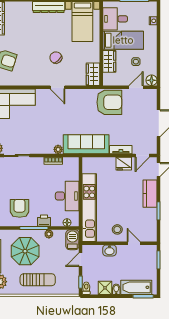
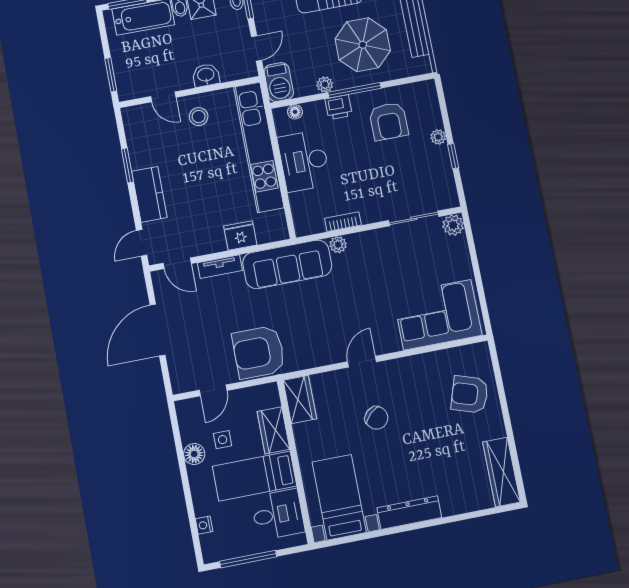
floor lamp: (152, 80) -> (194, 454), moved
door: (58, 87) -> (362, 362), hinge flipped
door: (142, 156) -> (177, 263), swing flipped
fridge: (124, 164) -> (240, 235), moved

